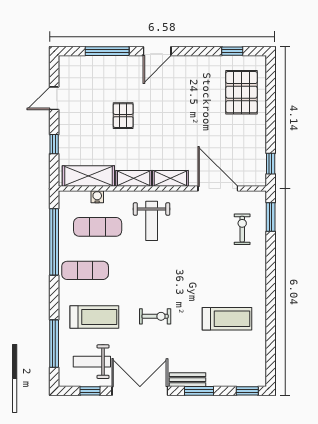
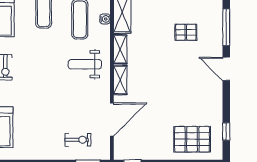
pallet: (123, 116) -> (186, 32), moved

